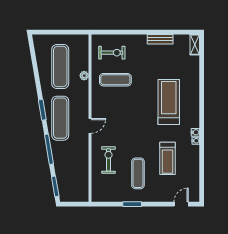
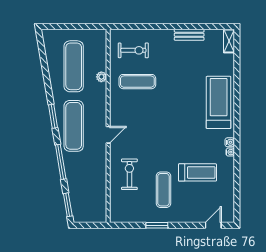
treadmill: (169, 102) -> (219, 102), moved
treadmill: (167, 158) -> (197, 172), turned -90

